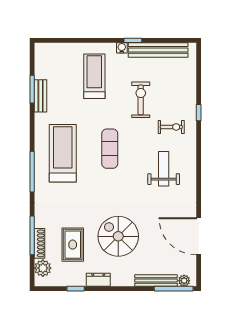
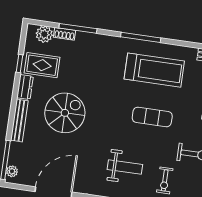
shoe rack: (39, 243) -> (65, 34), width x0.70
rug: (73, 245) -> (42, 65), moved
bench: (156, 281) -> (19, 120), moved

